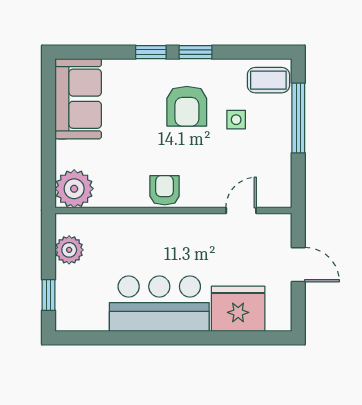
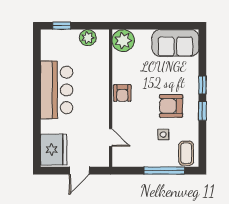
armchair: (165, 190) -> (122, 93), turned 90
fridge: (238, 309) -> (54, 150), moved

